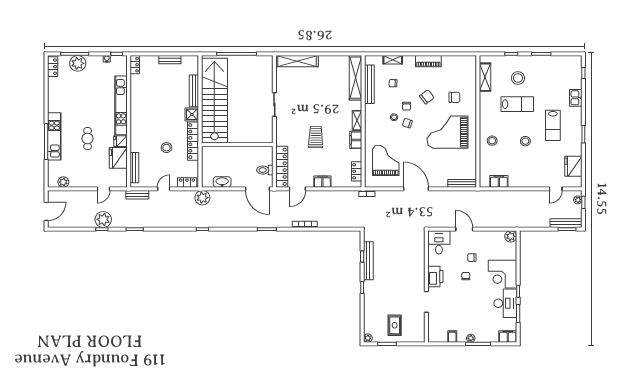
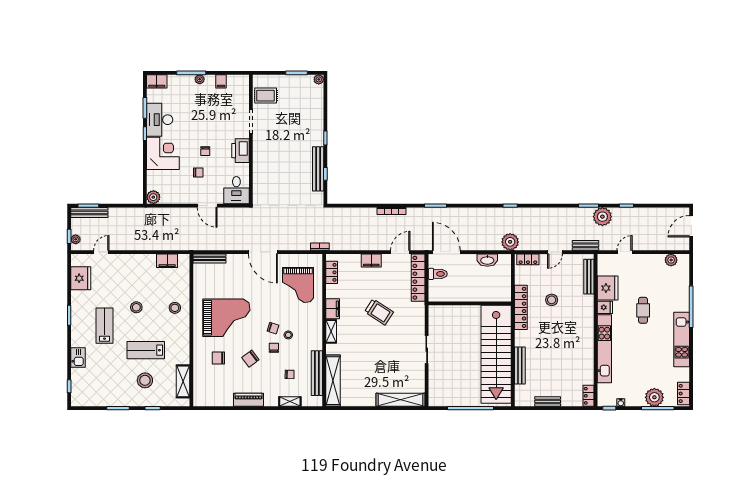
shower: (192, 114) -> (522, 338), removed
kitchen unit: (54, 136) -> (682, 340), moved
trolley: (316, 137) -> (379, 312), turned -58
plant: (103, 219) -> (602, 217), moved
rug: (395, 325) -> (266, 96), moved, turned 90

